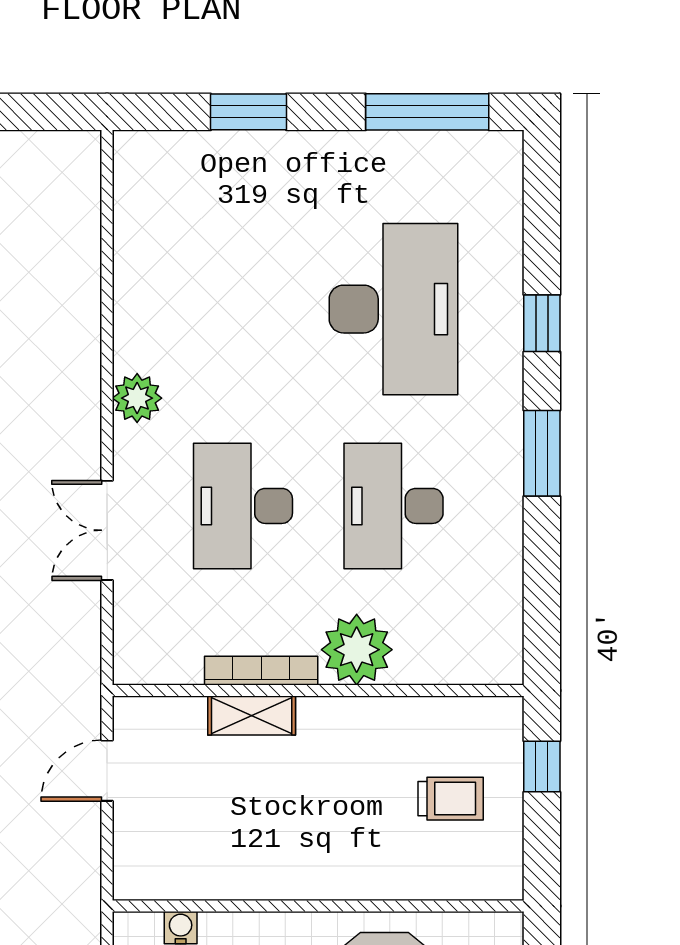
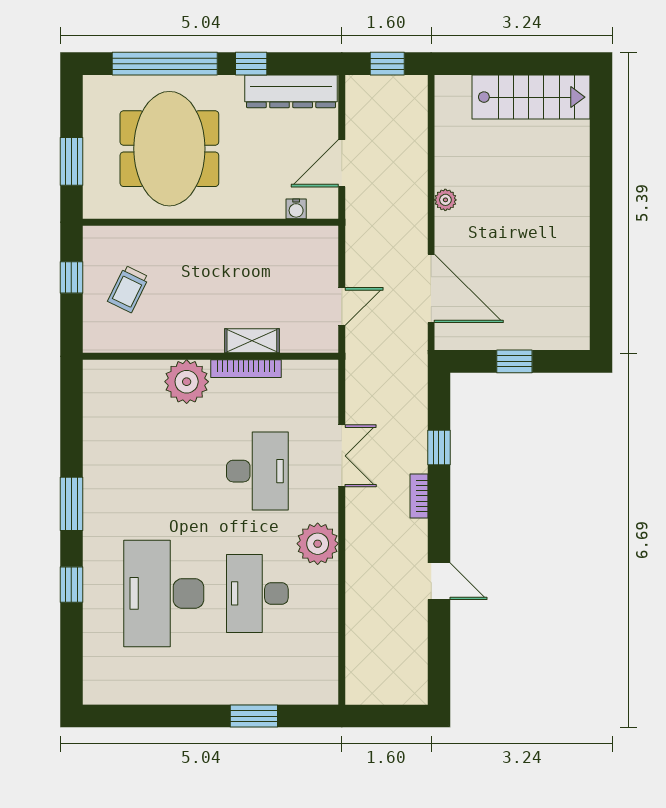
window: (427, 112) -> (143, 716), removed
plant: (137, 398) -> (318, 544), width x1.36, depth x1.36
desk: (393, 506) -> (257, 593), moved, turned 180
window: (542, 766) -> (71, 277), moved
trolley: (451, 799) -> (128, 289), turned -64

